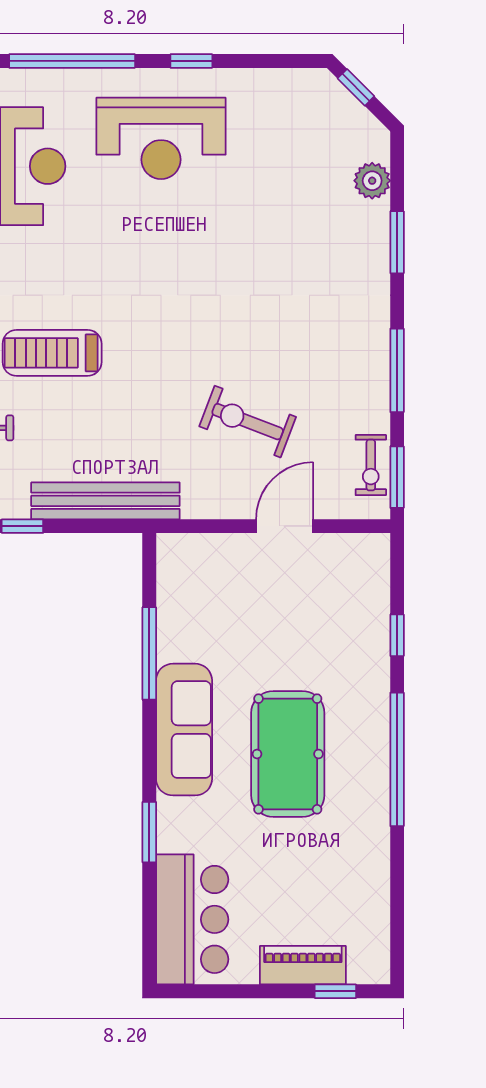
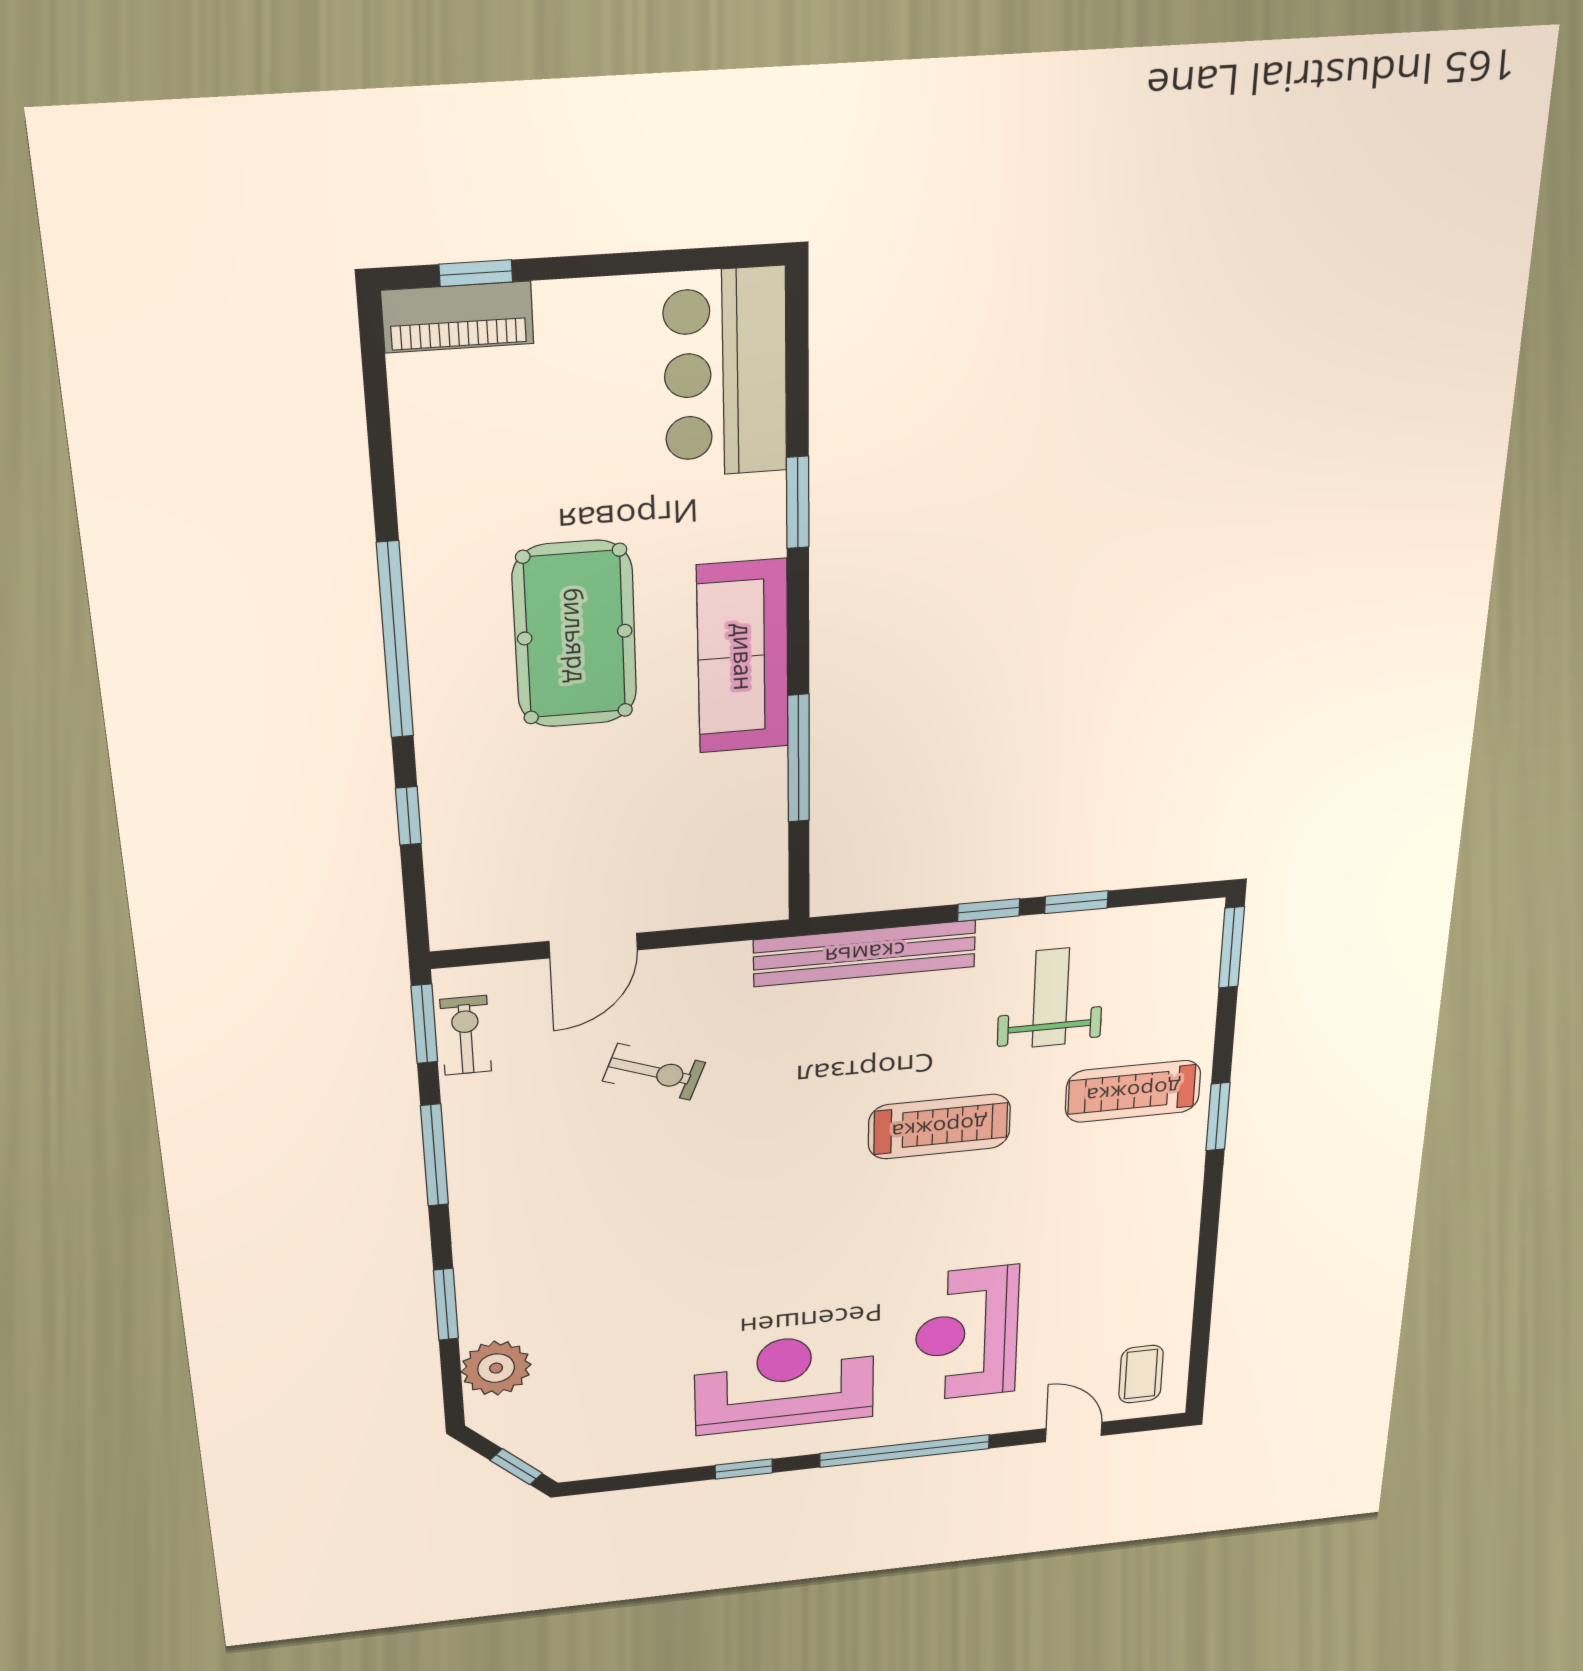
plant: (372, 181) -> (496, 1368), width x1.36, depth x1.36
exercise bike: (248, 422) -> (654, 1072), width x0.73, depth x0.72
piano: (303, 965) -> (458, 317), moved

